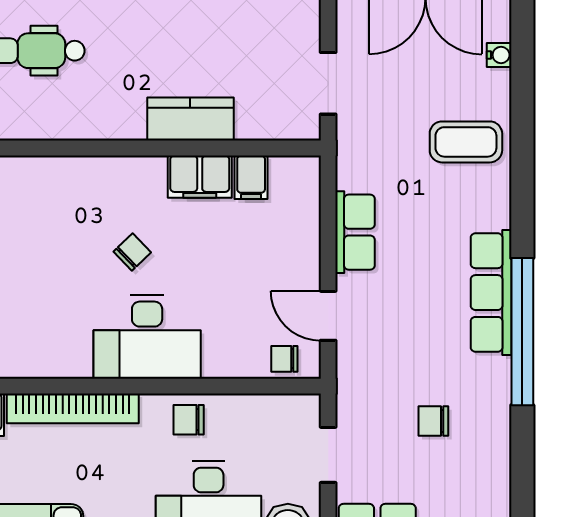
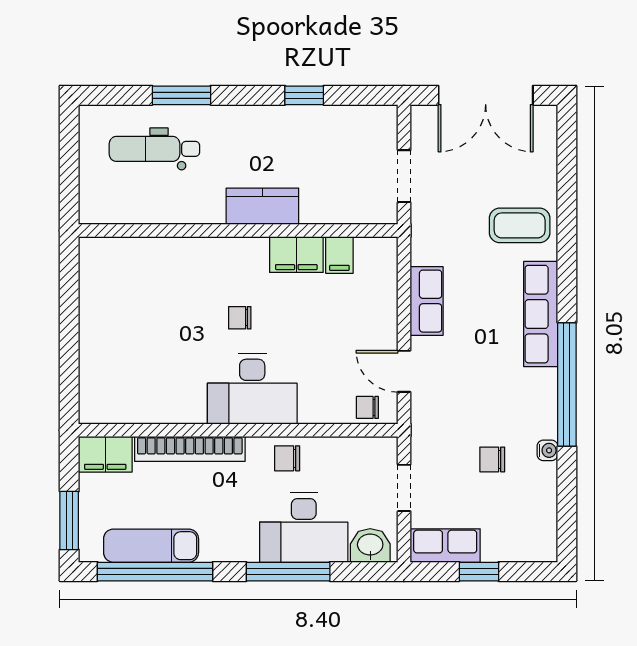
water cooler: (499, 55) -> (547, 450), moved
kitchen counter: (190, 119) -> (262, 206), moved
chair: (132, 252) -> (240, 318), turned -136
row of seats: (491, 293) -> (541, 314), moved

